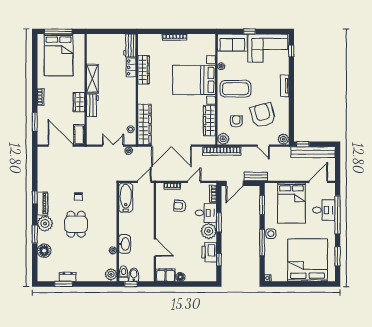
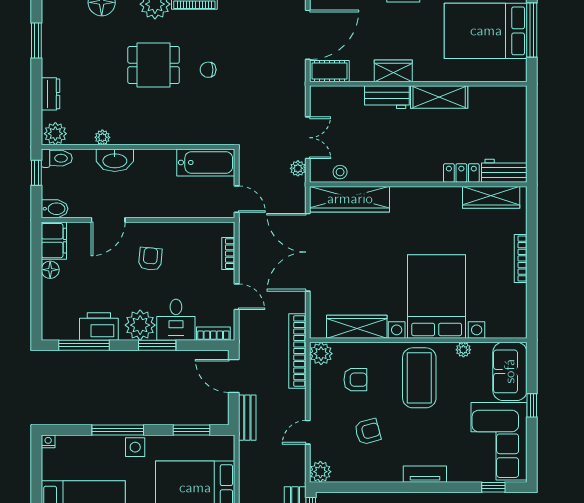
wardrobe: (143, 70) -> (491, 197), moved
armchair: (263, 115) -> (368, 432), width x0.53, depth x0.53
armchair: (180, 206) -> (150, 259), moved
window: (219, 260) -> (84, 345), width x2.17
bidet: (134, 275) -> (55, 209), moved
dresser: (68, 277) -> (50, 94), moved

